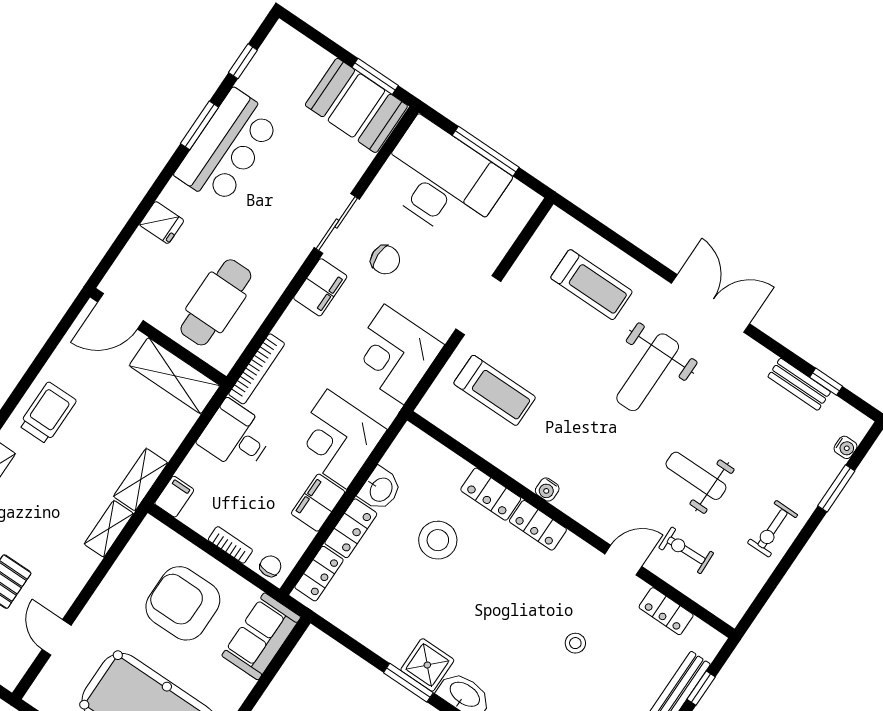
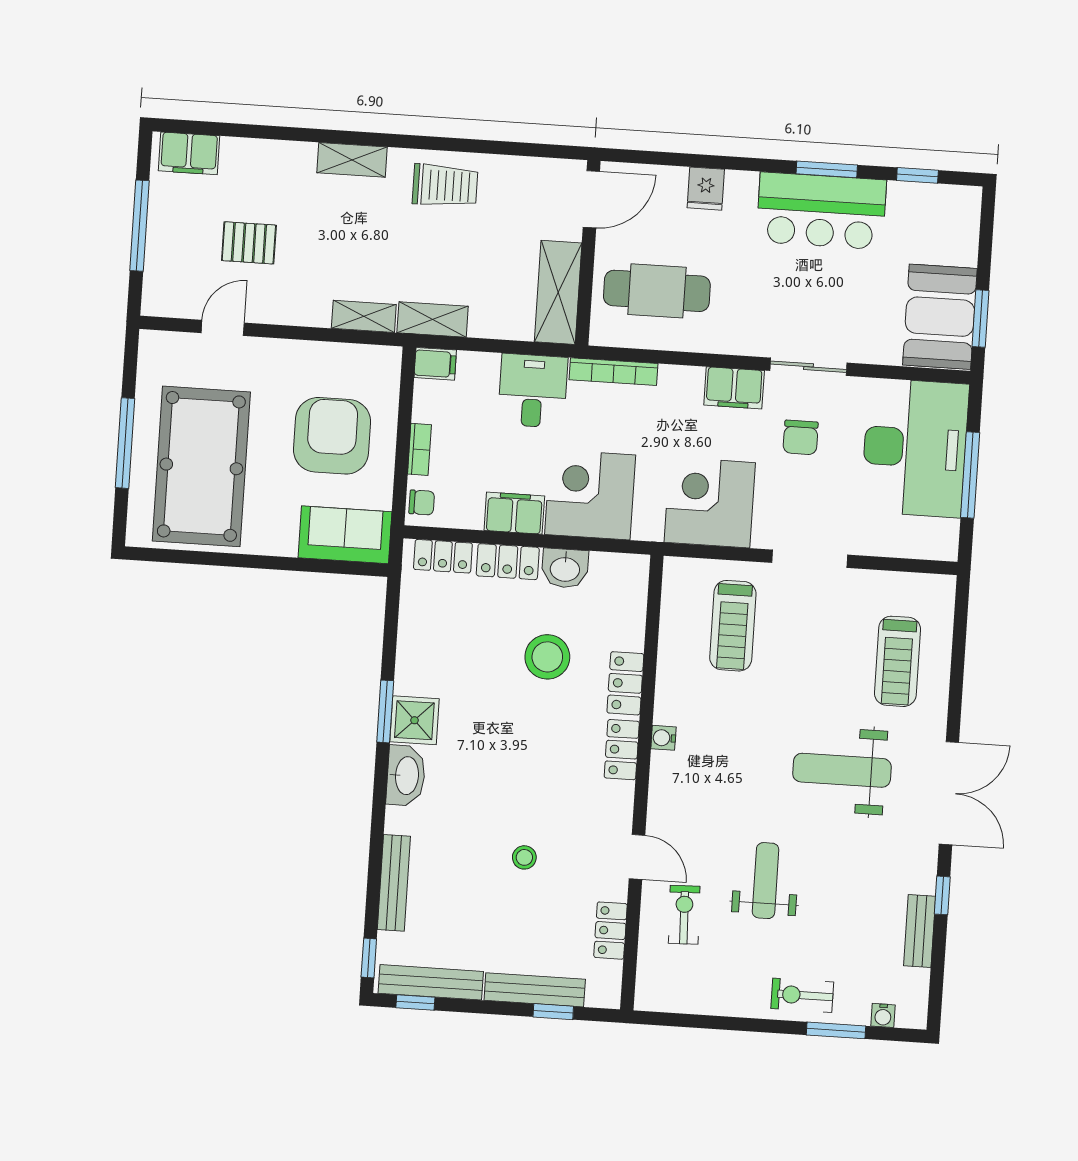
door: (120, 311) -> (591, 199), swing flipped
window: (826, 382) -> (942, 895), moved
exercise bike: (773, 529) -> (802, 995), moved

